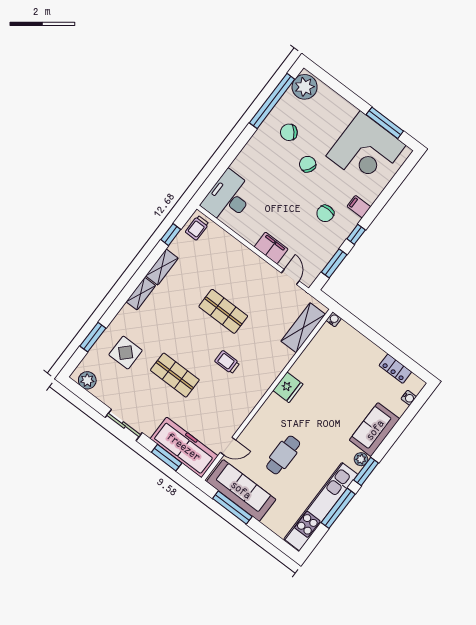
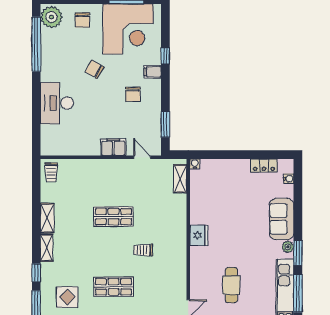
chair: (289, 132) -> (82, 20), moved, turned -49
desk: (228, 198) -> (57, 103), moved
window: (356, 234) -> (165, 56), moved
window: (171, 235) -> (36, 273), moved
shelving: (303, 328) -> (180, 179), width x0.67, depth x0.75

